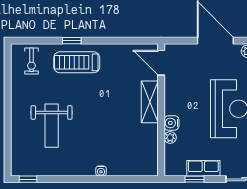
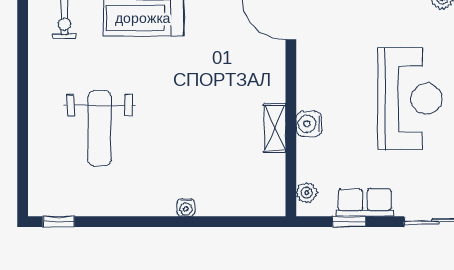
shelving: (150, 102) -> (275, 128), moved, width x0.67, depth x0.75
plant: (170, 137) -> (307, 193), moved

